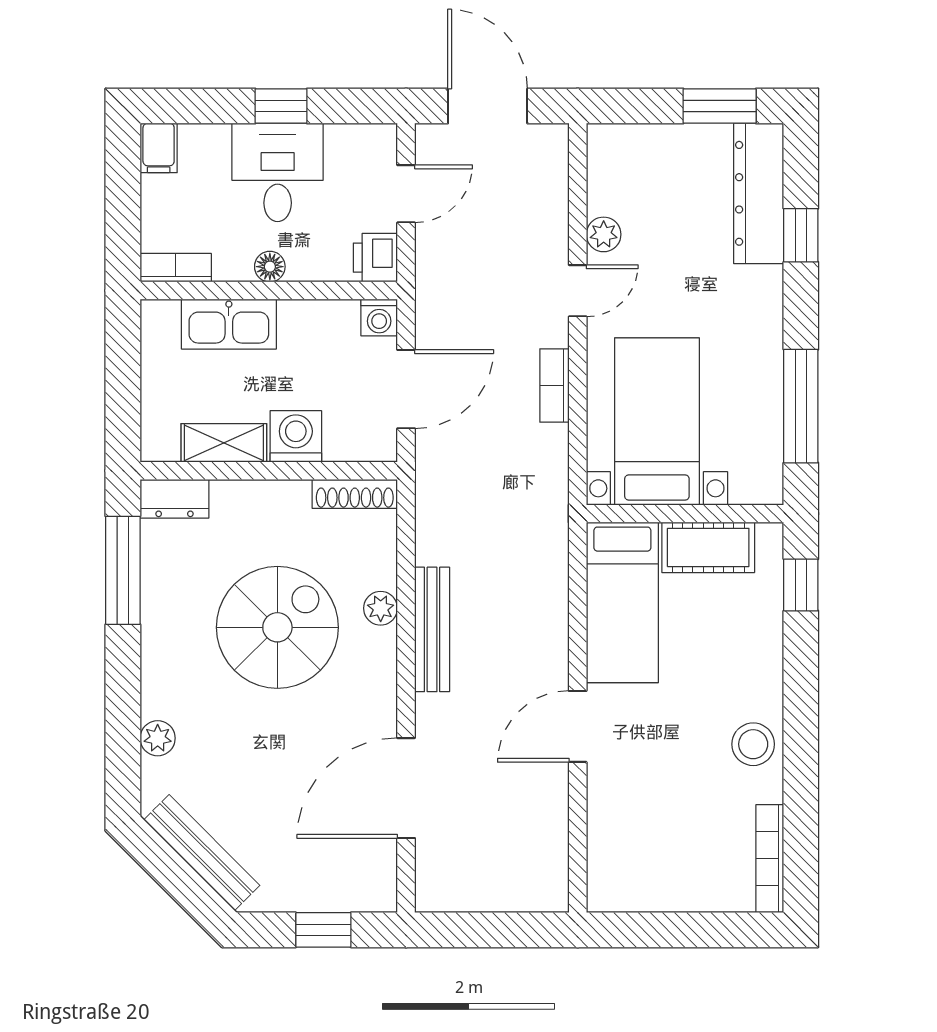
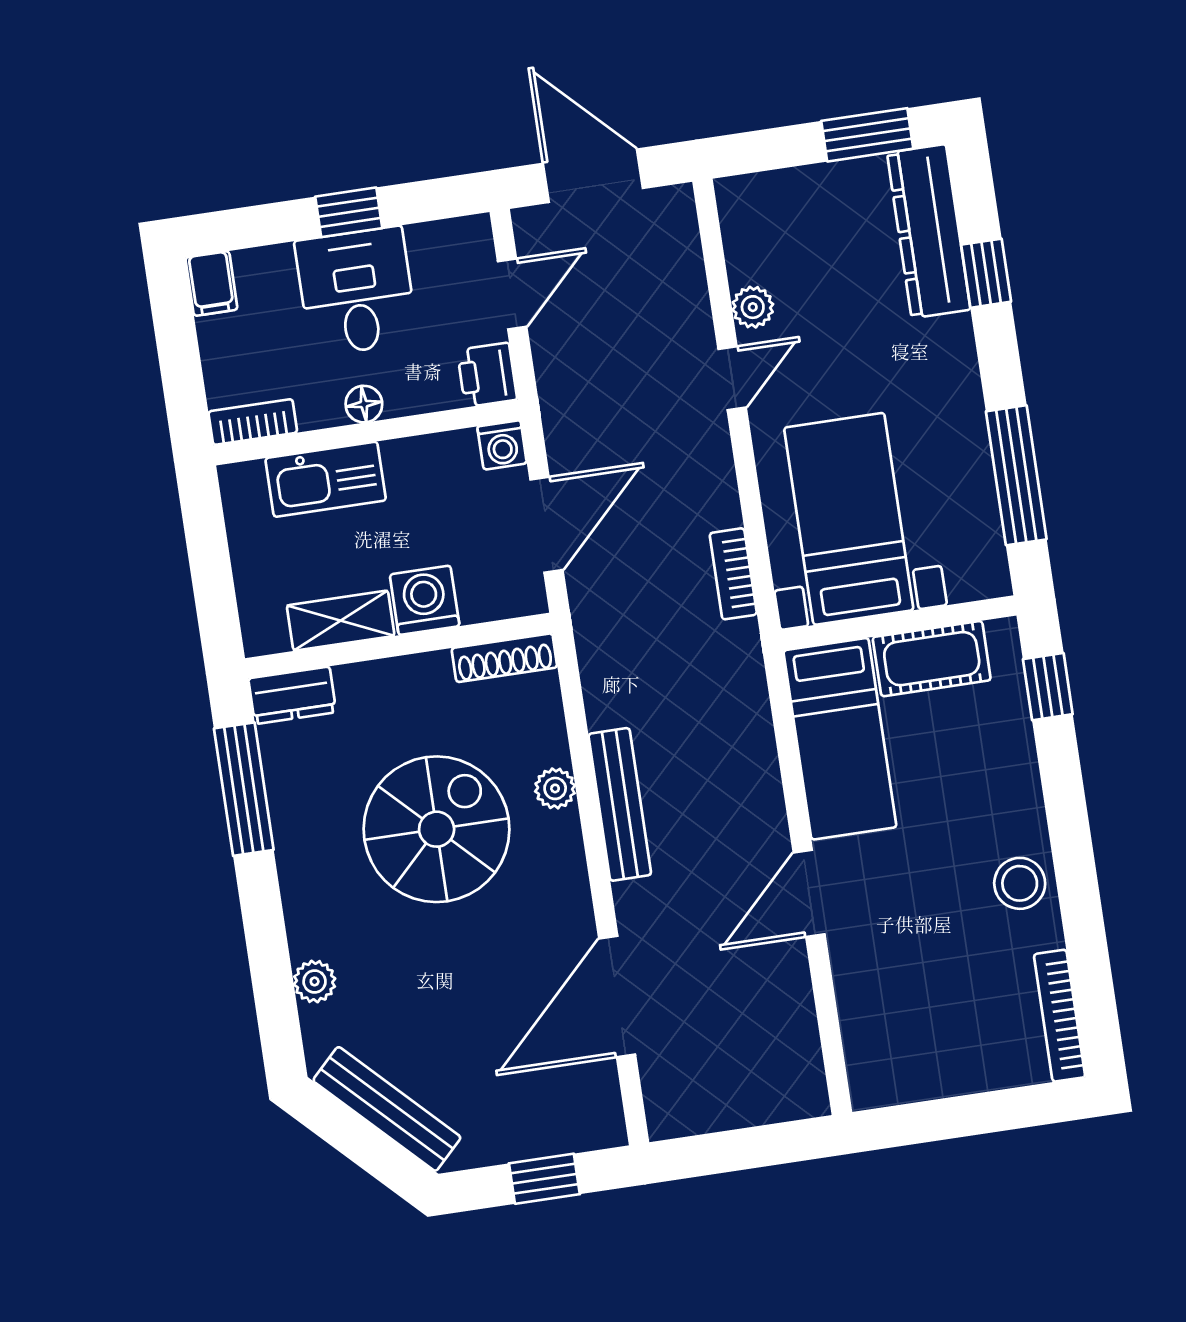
bookcase: (554, 385) -> (733, 574), moved

